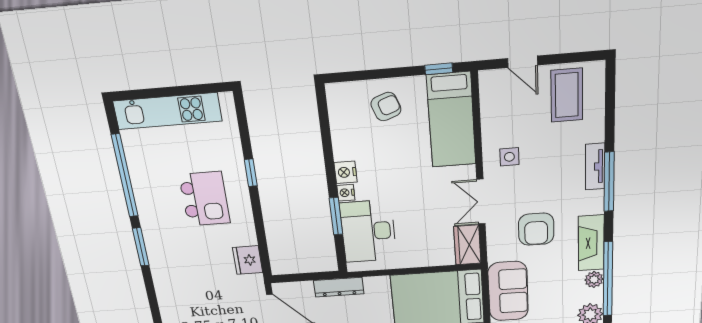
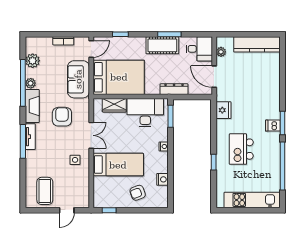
door: (523, 62) -> (67, 210), swing flipped
bed: (451, 120) -> (118, 165), moved, turned 90
tv unit: (595, 167) -> (30, 137), moved
nightstand: (346, 172) -> (162, 179), moved
window: (336, 216) -> (171, 116), moved
desk: (368, 231) -> (145, 113), moved, turned -90
dishwasher: (157, 242) -> (273, 126), added
wardrobe: (467, 245) -> (114, 105), moved, turned 90

